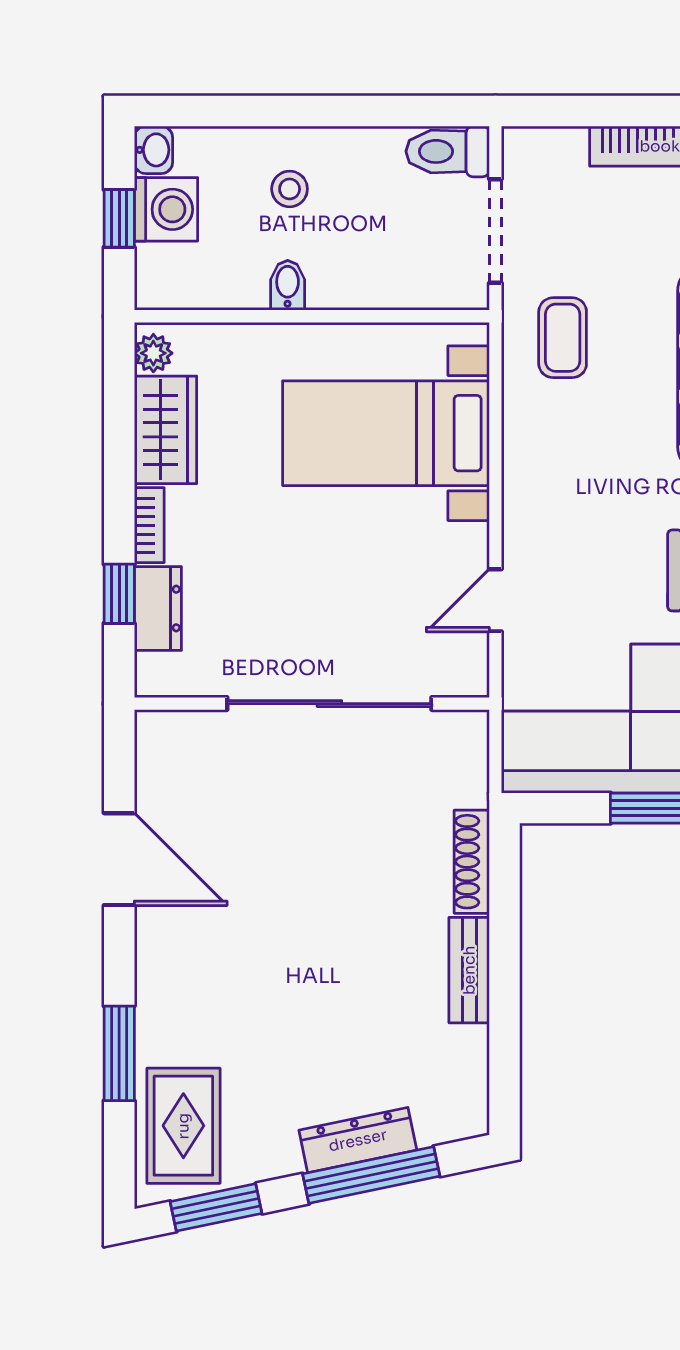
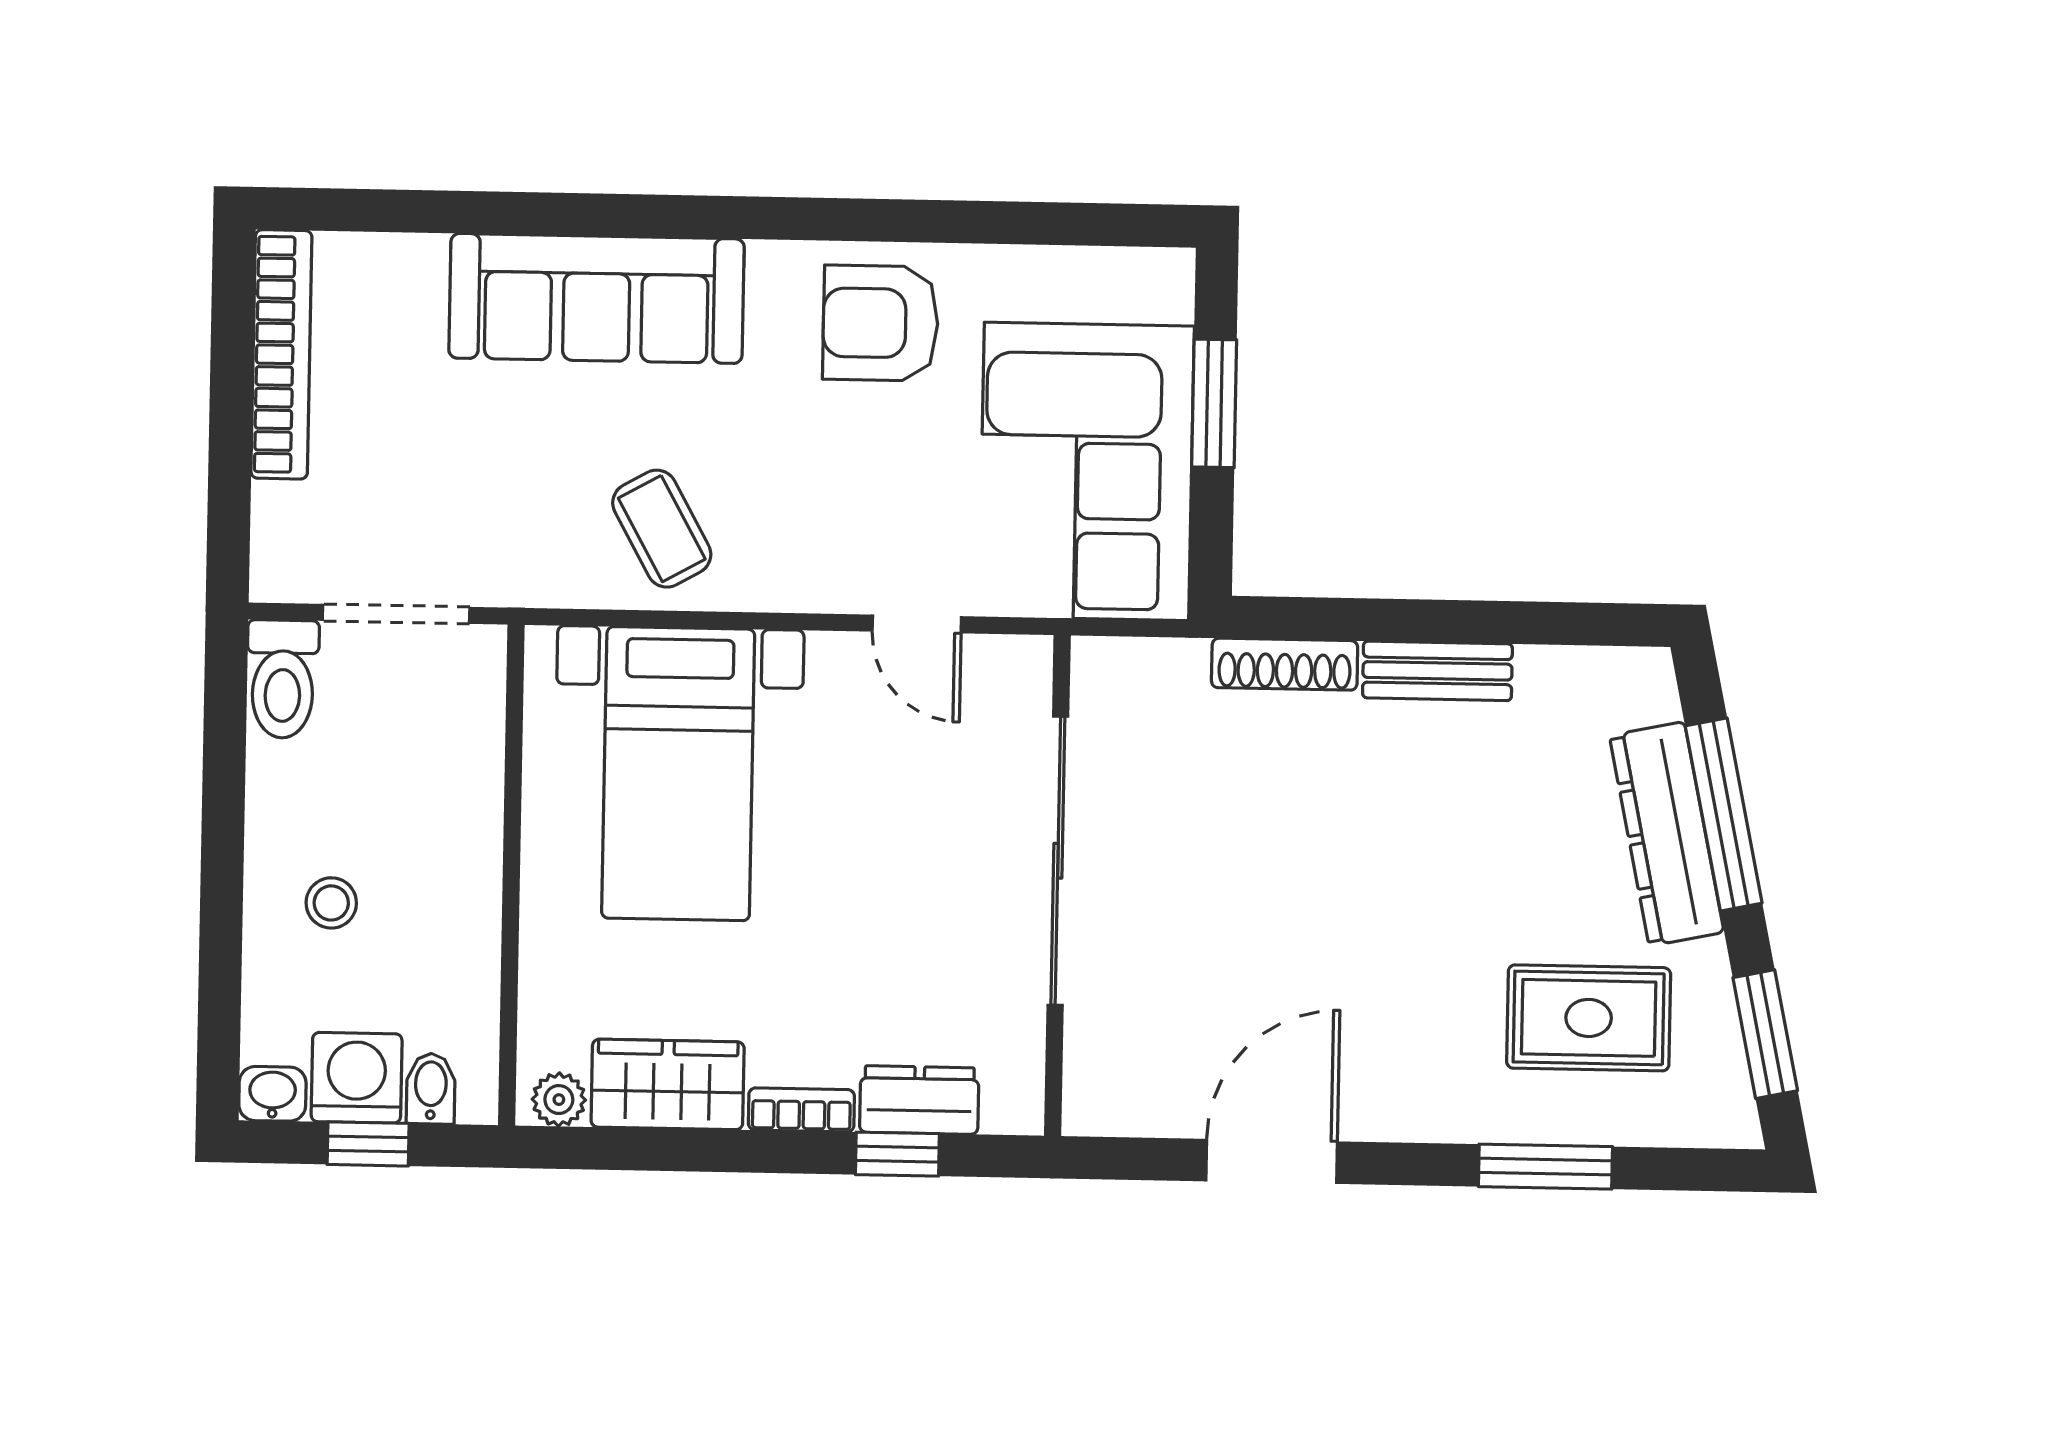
bidet: (288, 285) -> (431, 1089), moved, turned 90
coffee table: (563, 338) -> (662, 529), moved, turned 61
rug: (183, 1126) -> (1589, 1018), moved
dresser: (358, 1140) -> (1667, 834), width x1.37, depth x1.24

